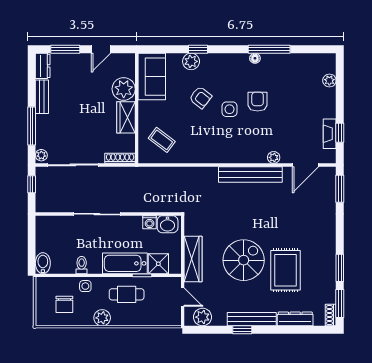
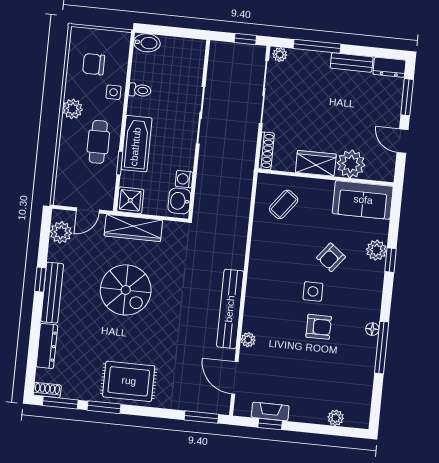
shower: (158, 264) -> (130, 200), moved
rug: (286, 270) -> (129, 381), moved

